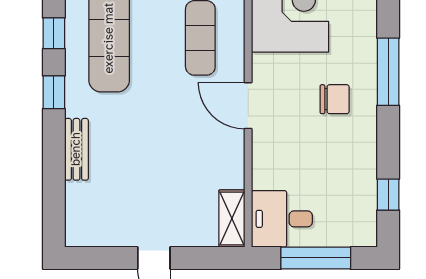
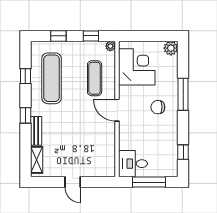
window: (54, 92) -> (25, 115), moved
chair: (335, 99) -> (158, 107), turned 180
shelving: (232, 218) -> (37, 160), moved

